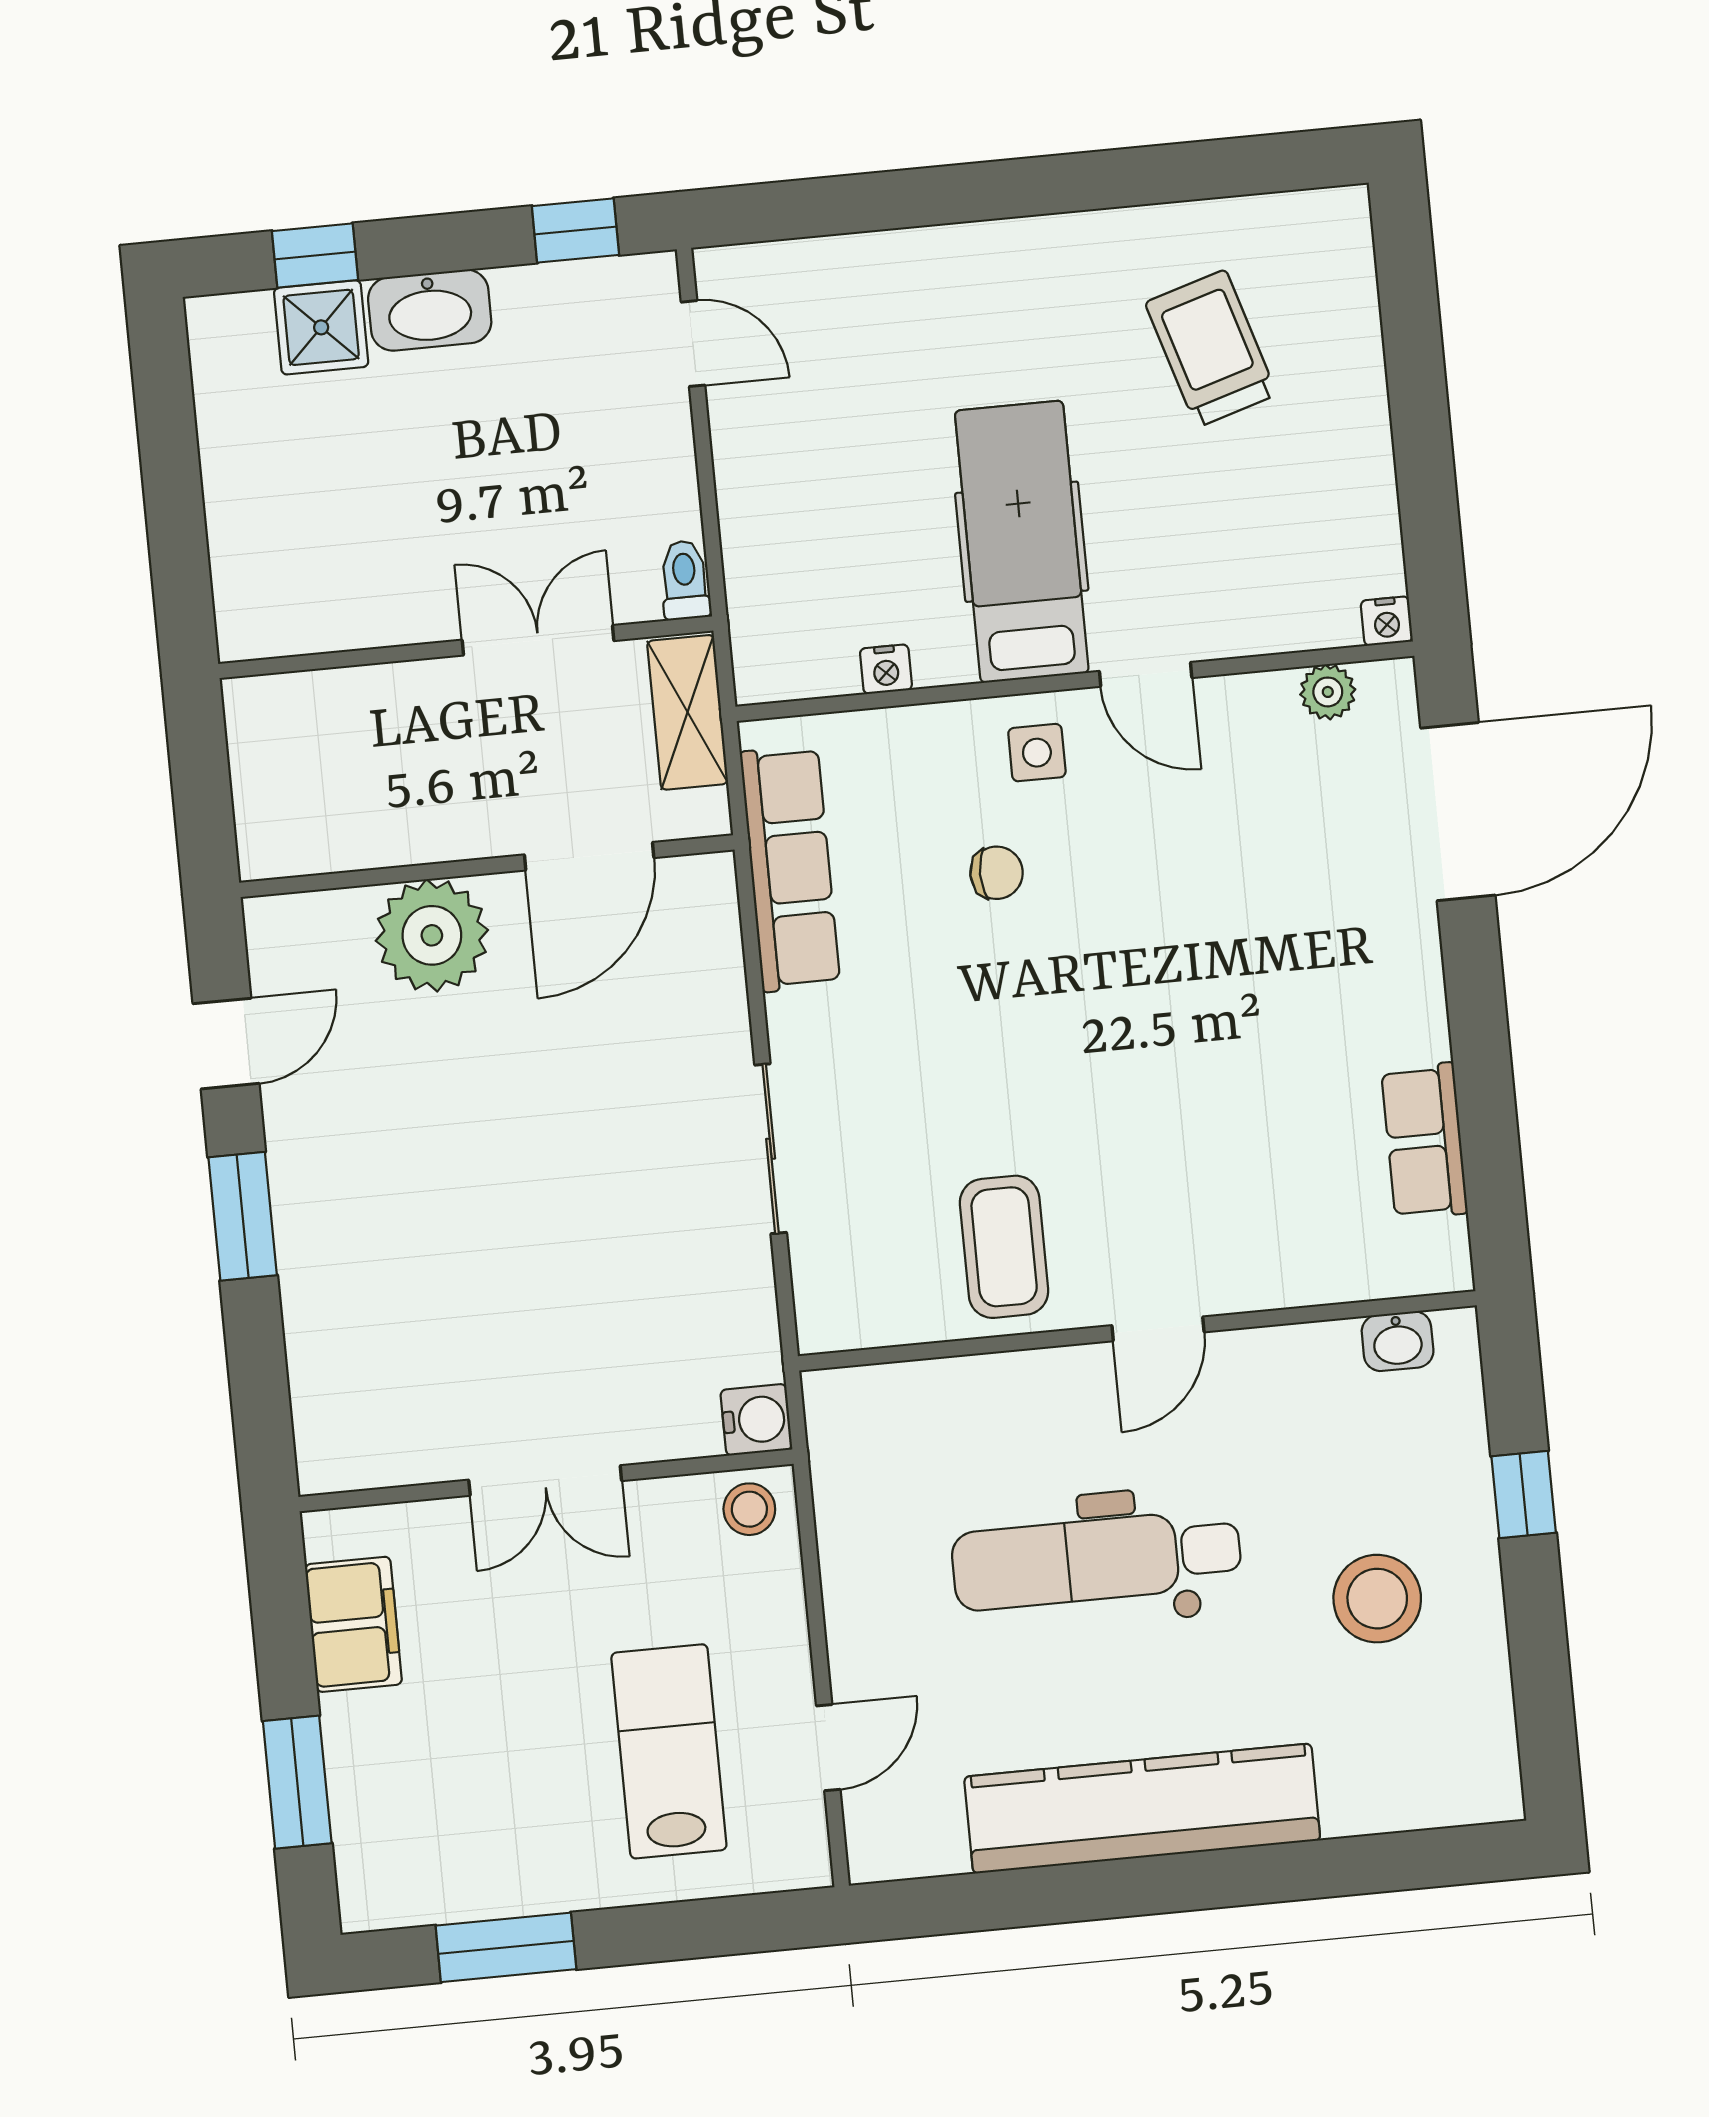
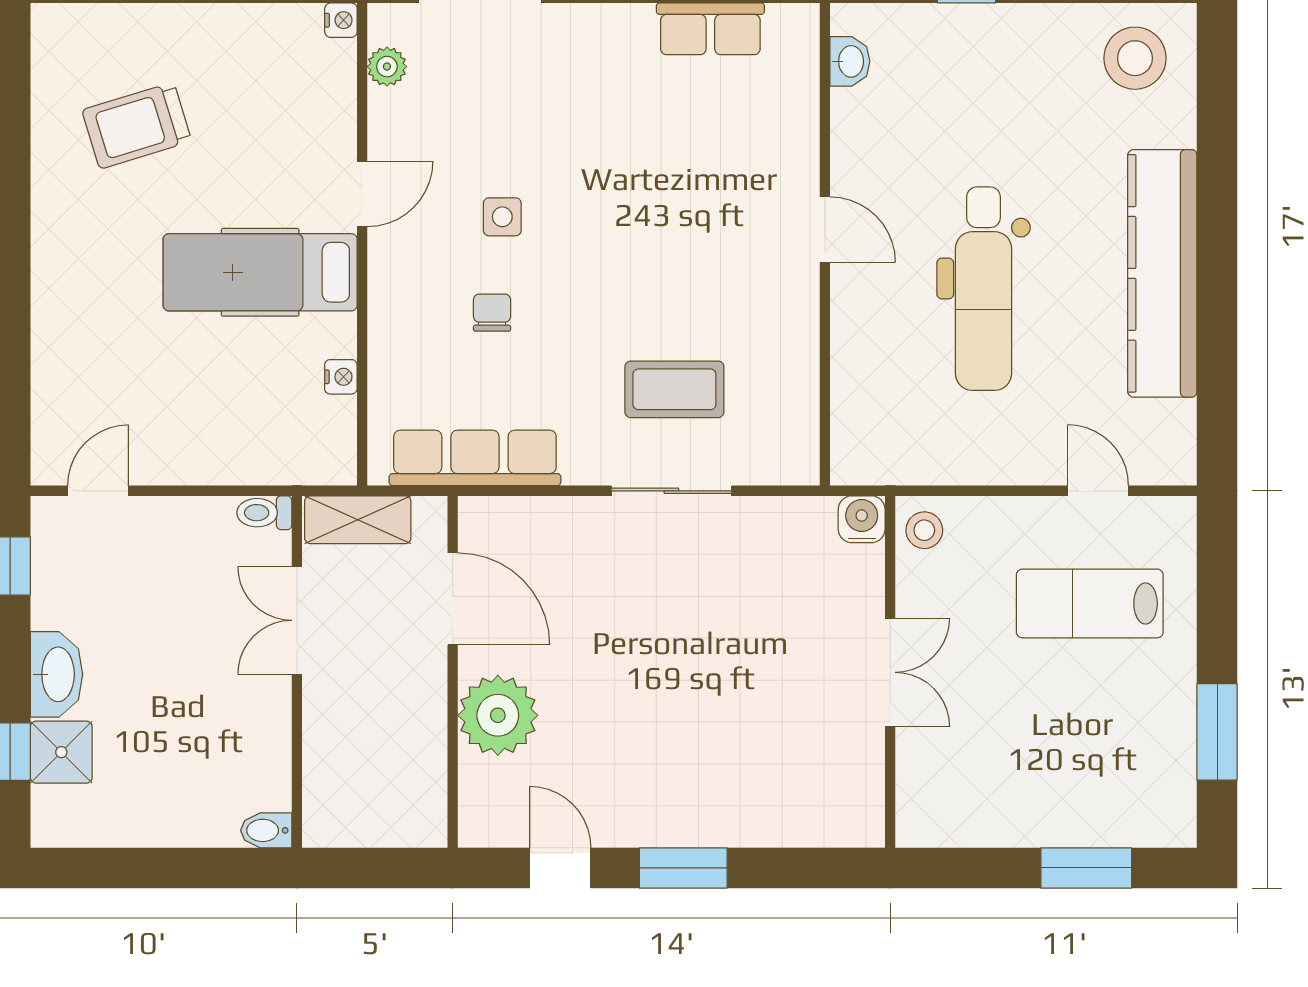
bidet: (239, 626) -> (266, 830), added
side table: (1037, 753) -> (502, 217), moved
coffee table: (1004, 1247) -> (674, 389), moved
stool: (1377, 1599) -> (1135, 58), moved
filing cabinet: (353, 1624) -> (979, 817), removed

